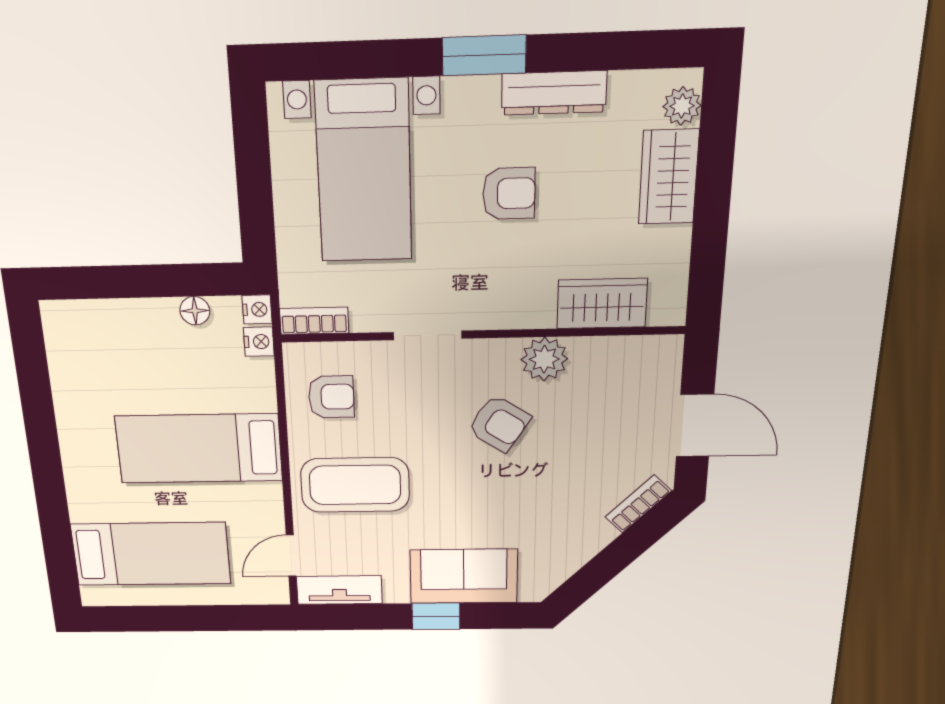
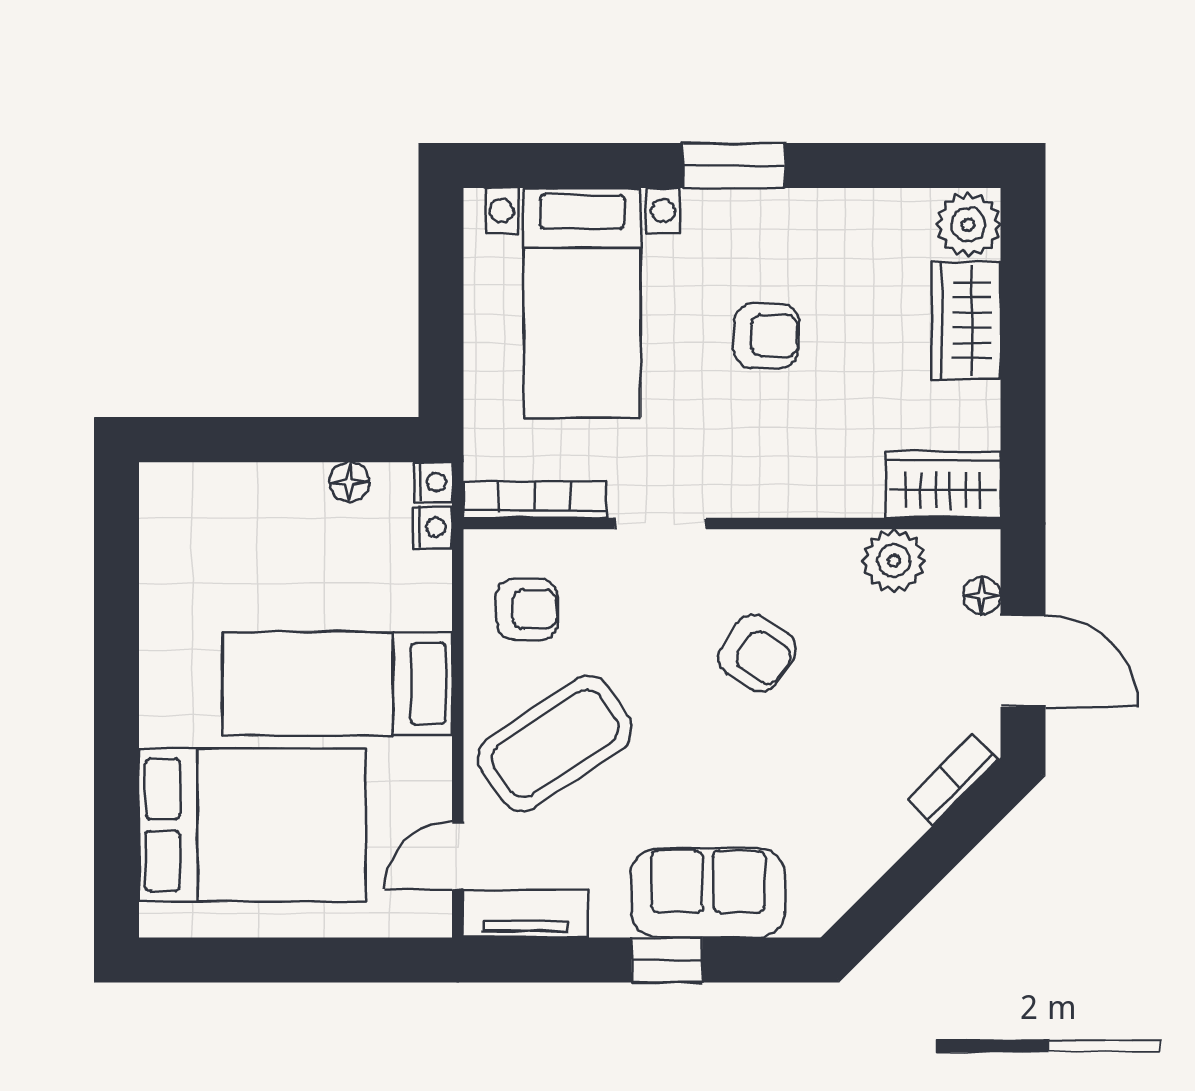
dresser: (554, 93) -> (820, 213), removed
plant: (682, 106) -> (968, 224), width x1.38, depth x1.38
wardrobe: (602, 304) -> (943, 485), moved
bookcase: (314, 321) -> (535, 500), width x1.56
plant: (544, 359) -> (894, 561), moved
floor lamp: (667, 381) -> (982, 596), added
coffee table: (355, 485) -> (555, 744), turned -34
bed: (151, 554) -> (252, 825), width x1.50

